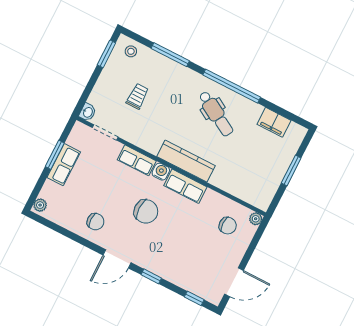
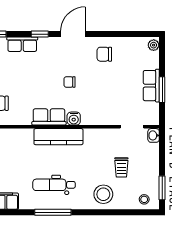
window: (170, 55) -> (113, 212), removed
stool: (170, 78) -> (103, 194), added
window: (232, 86) -> (53, 212), width x0.68
dental chair: (216, 114) -> (54, 185), turned -30
row of seats: (137, 160) -> (22, 44), moved, turned 180
chair: (146, 211) -> (70, 82), width x0.54, depth x0.54

